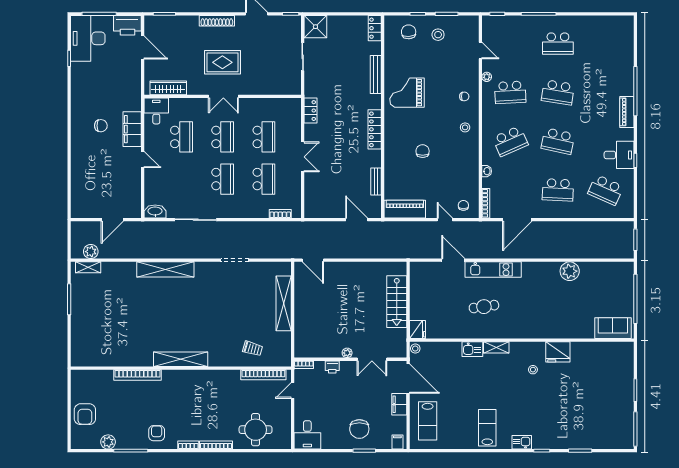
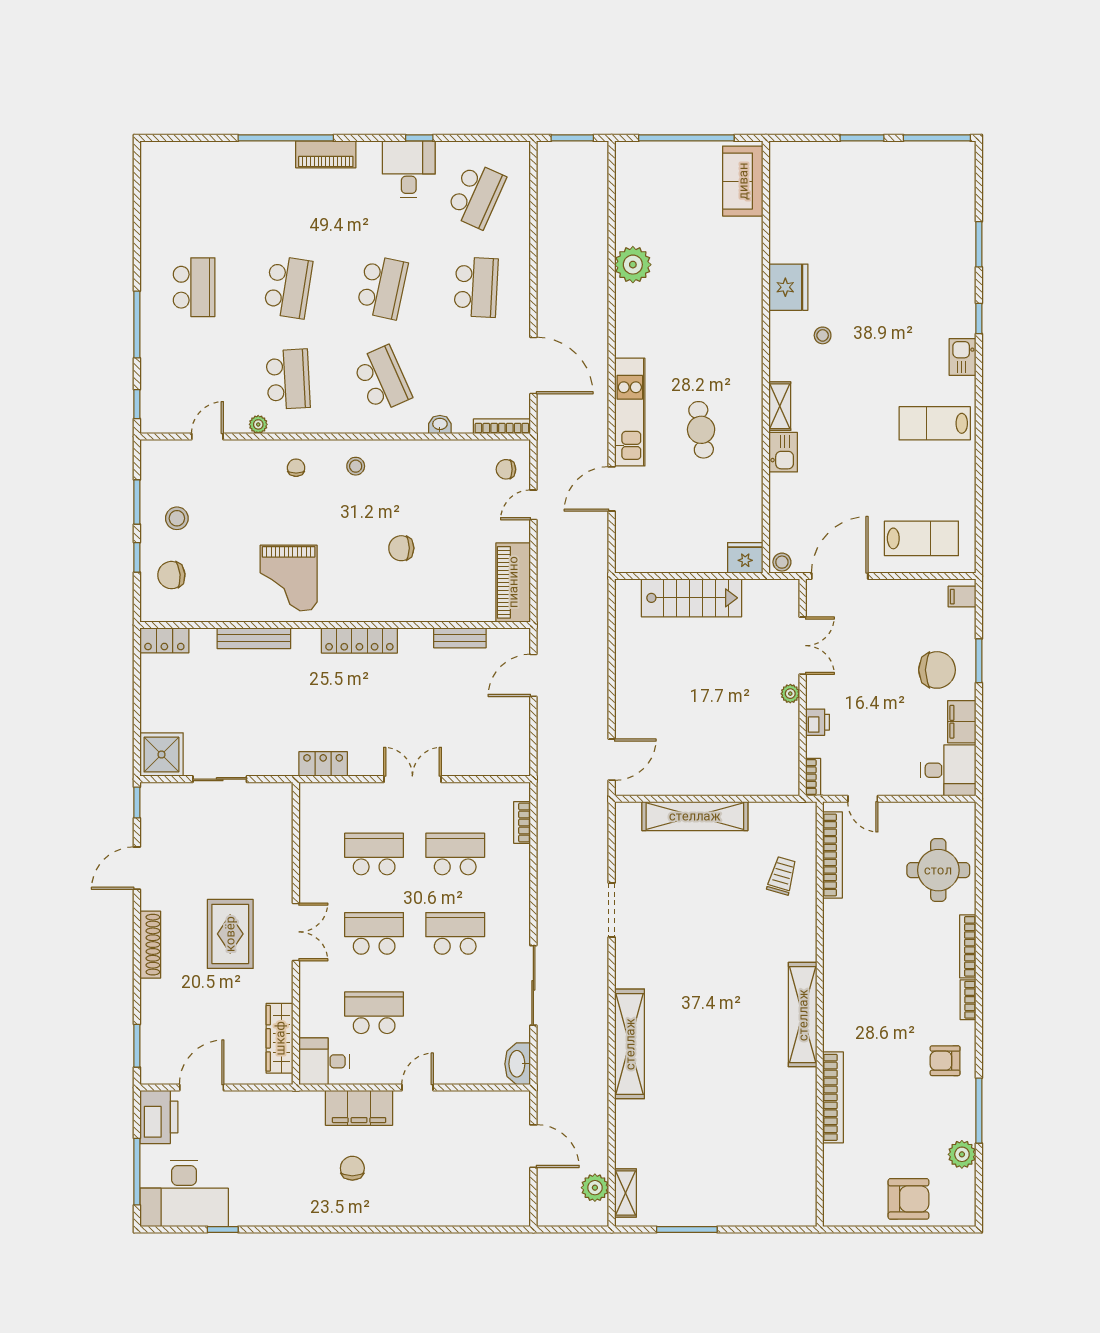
filing cabinet: (399, 404) -> (962, 722), moved, turned 90

